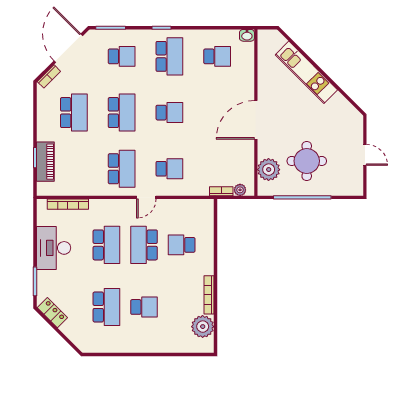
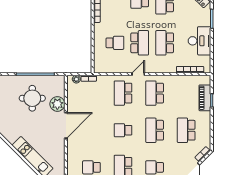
school desk: (169, 169) -> (123, 93), width x1.85
plant: (269, 170) -> (57, 104), moved

